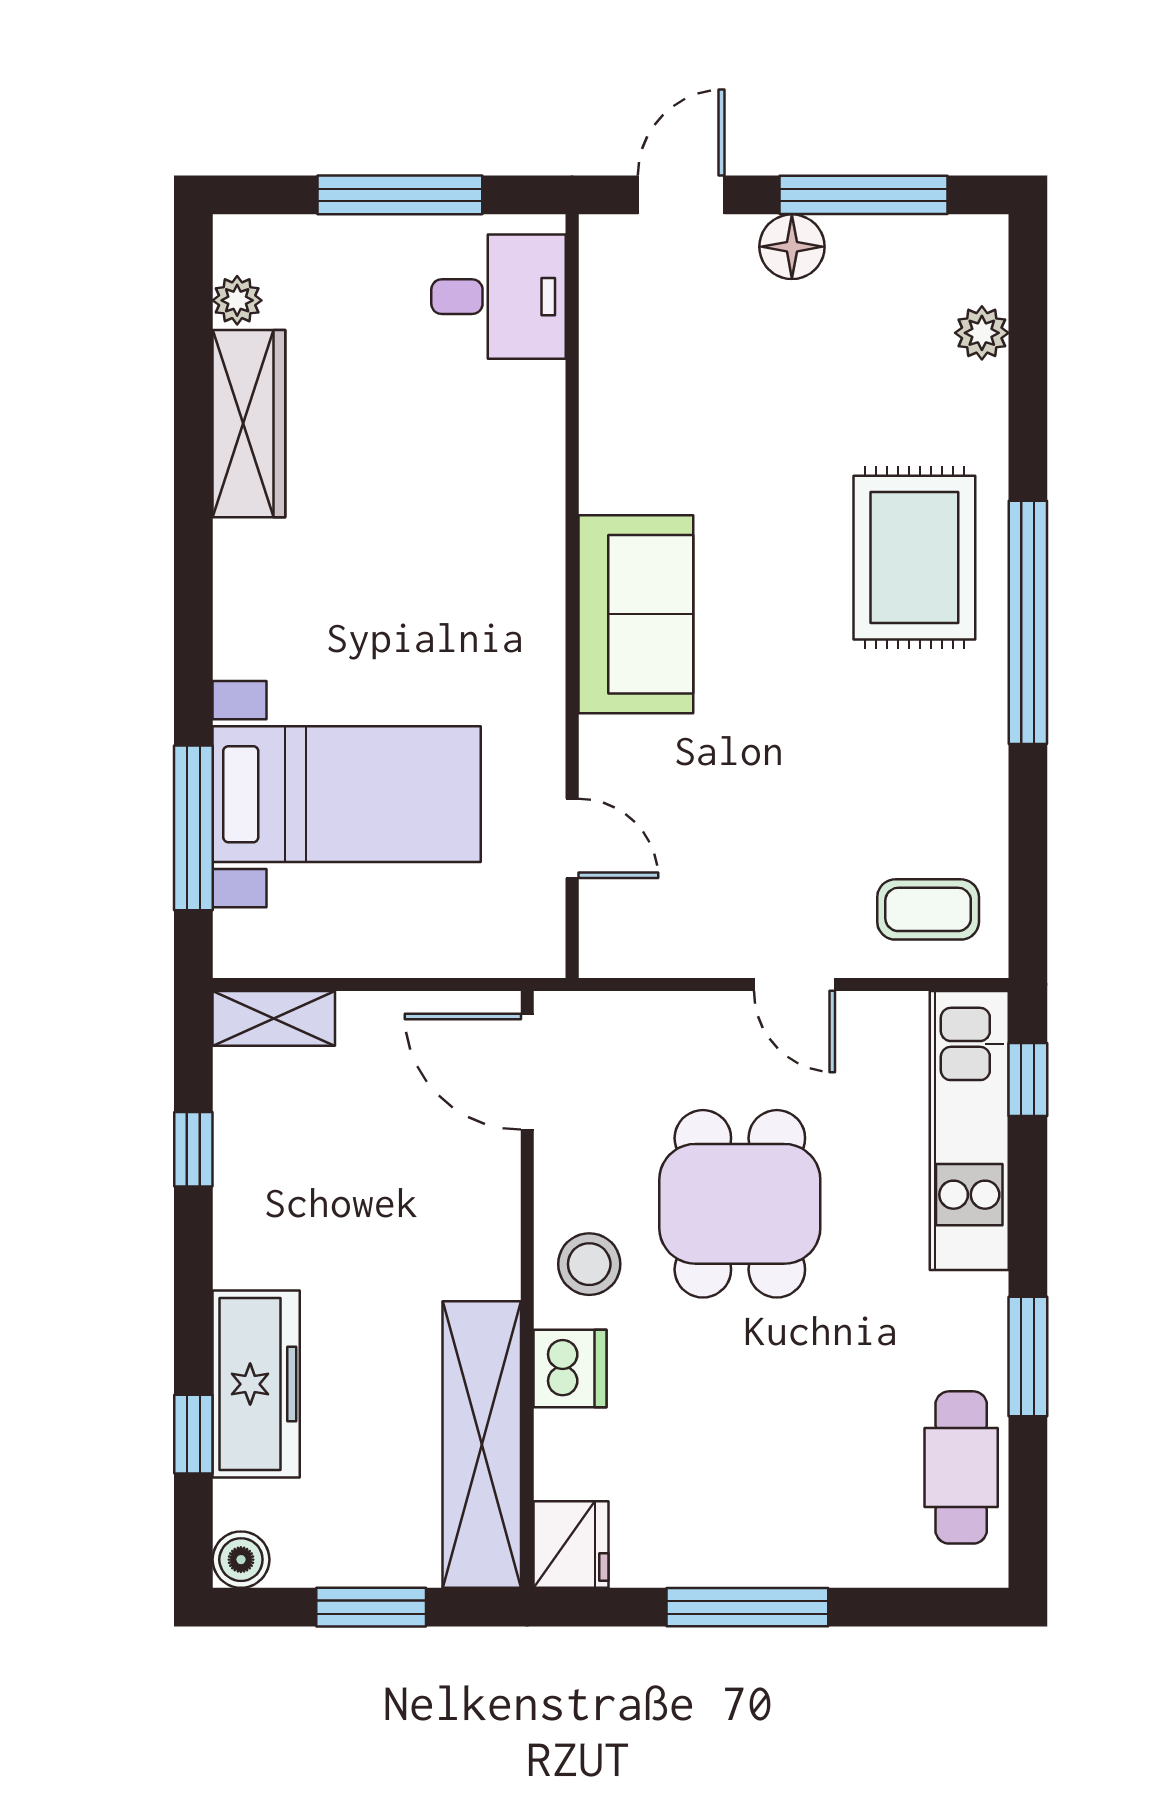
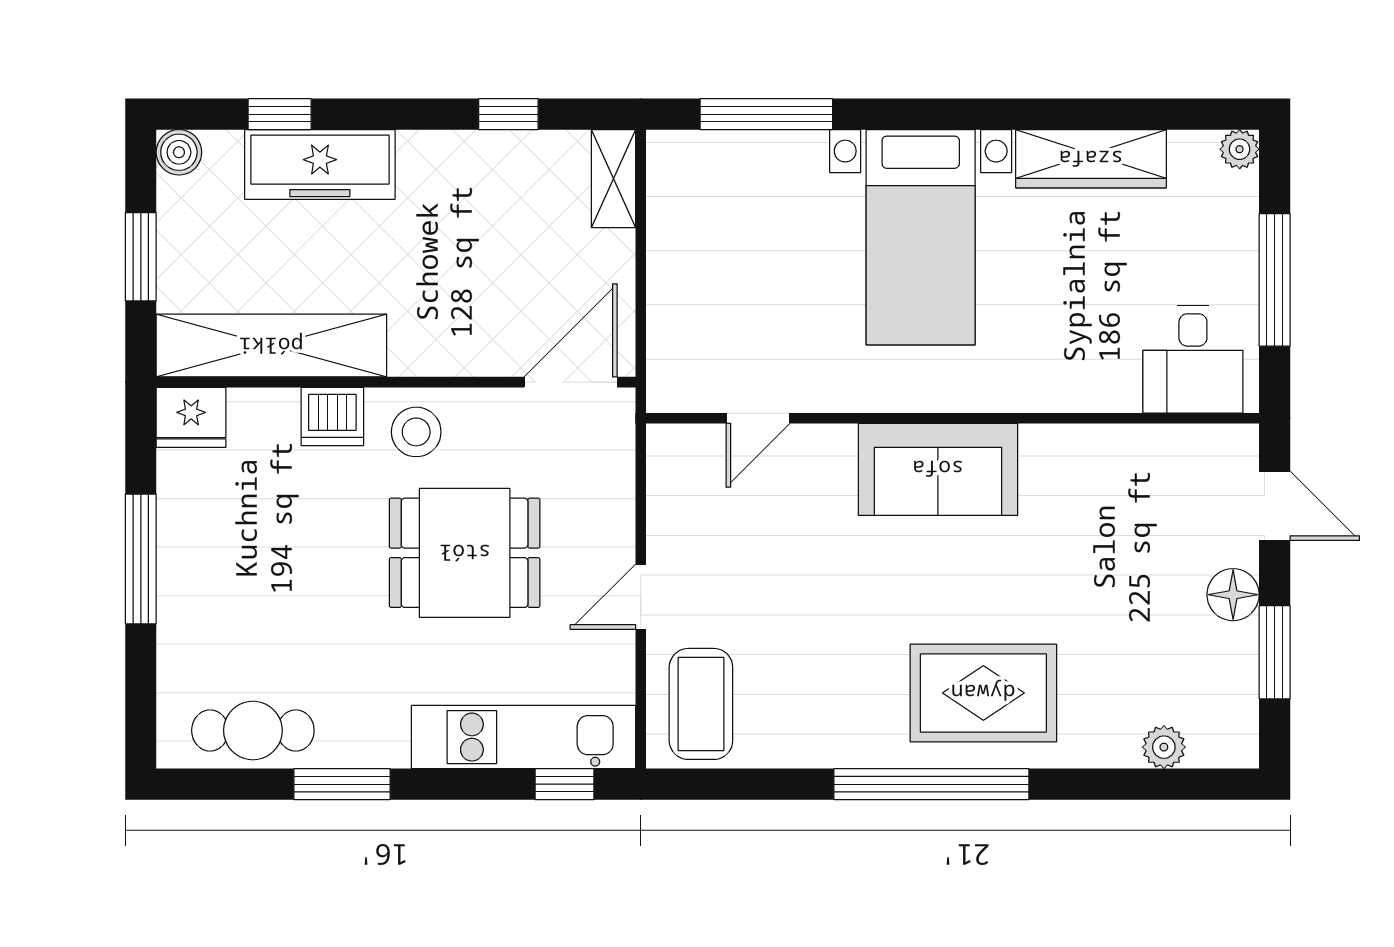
window: (864, 195) -> (1275, 652), width x0.69
plant: (237, 300) -> (1240, 149), moved
bed with nightstands: (347, 794) -> (921, 237), moved
coffee table: (928, 909) -> (701, 704), width x1.36, depth x1.30

